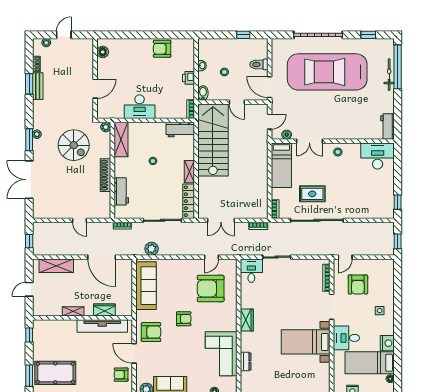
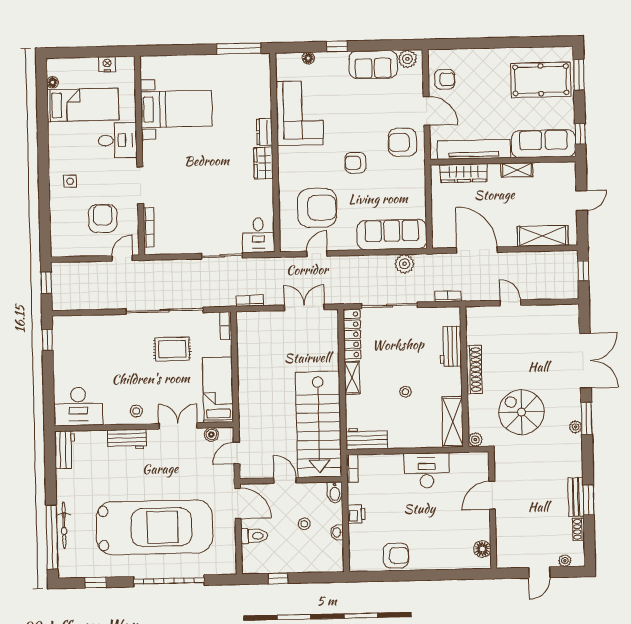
workbench: (345, 133) -> (127, 439), added
sofa: (146, 286) -> (392, 235), moved, turned 90
wardrobe: (104, 310) -> (464, 173), width x1.50
sofa: (54, 329) -> (543, 144), added
bed with nightstands: (306, 342) -> (176, 109), moved
nightstand: (387, 343) -> (58, 134), removed
dresser: (246, 362) -> (264, 132), moved

